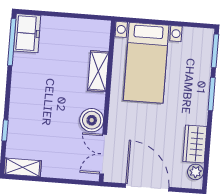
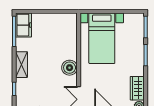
shelving: (98, 71) -> (21, 65), moved
boiler: (92, 120) -> (70, 68), moved

